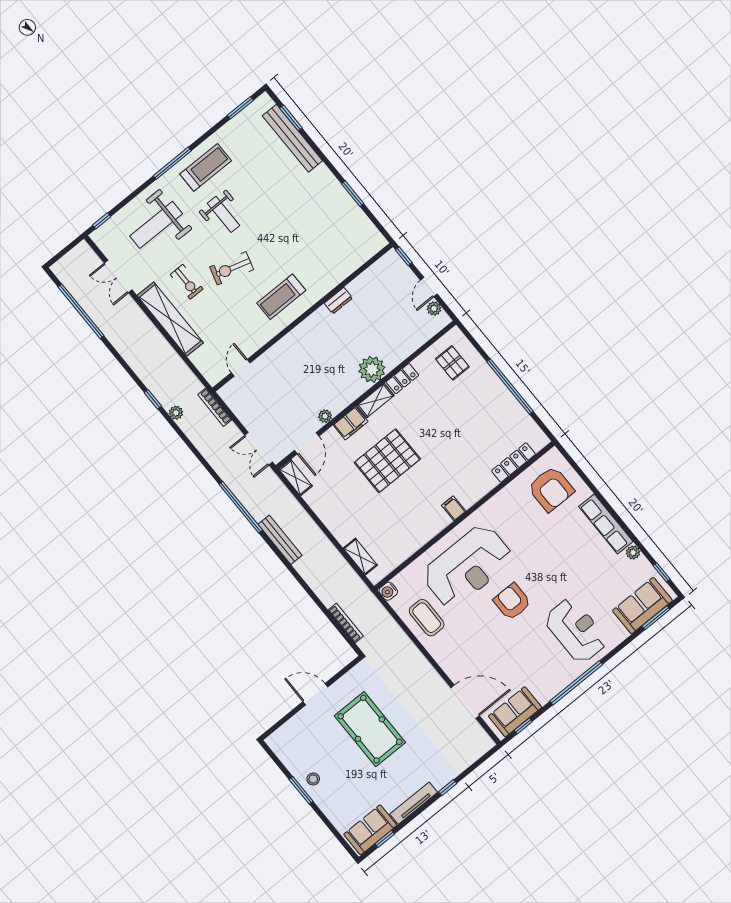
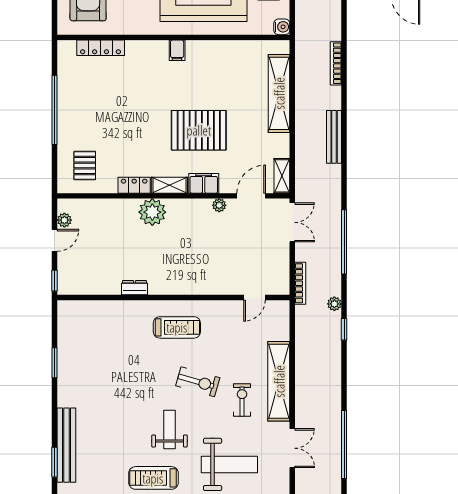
window: (241, 507) -> (344, 242), moved
shelving: (360, 557) -> (279, 93), width x2.20, depth x1.33
bookcase: (346, 623) -> (336, 63), moved

